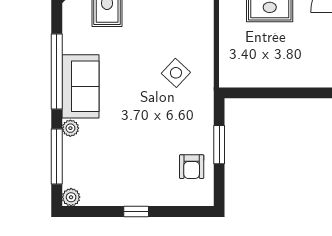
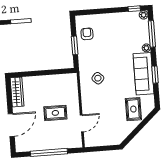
window: (57, 72) -> (155, 75), width x0.47
sofa: (80, 86) -> (144, 74), width x1.36
window: (136, 212) -> (134, 9), moved

